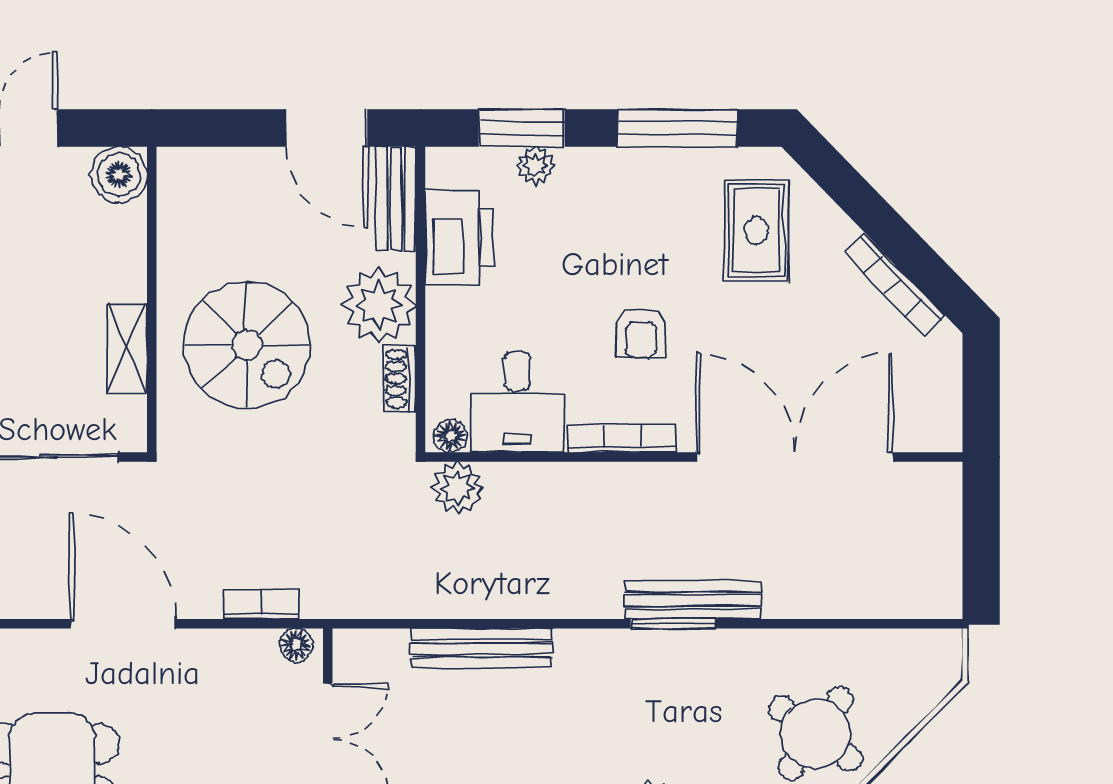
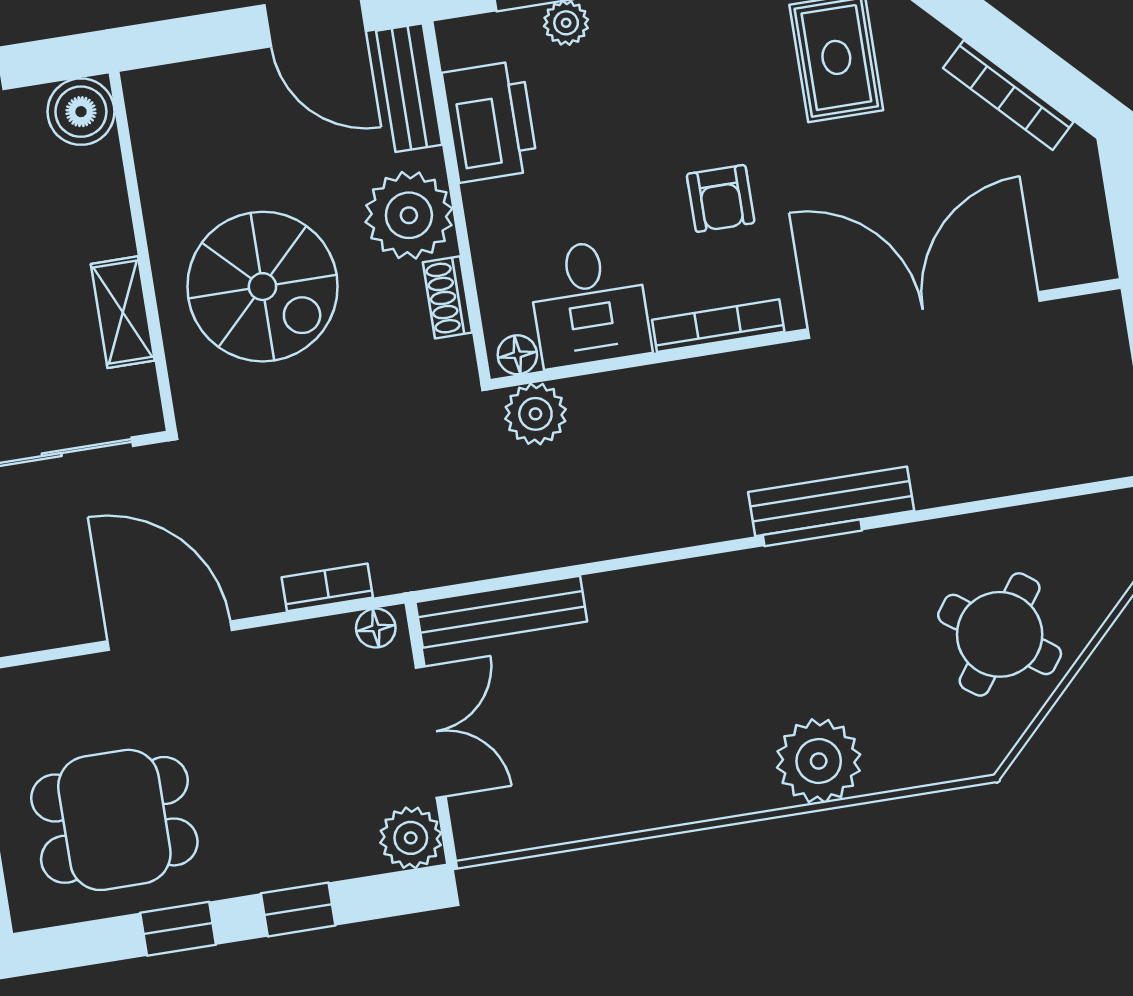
bench: (481, 648) -> (501, 612), moved

